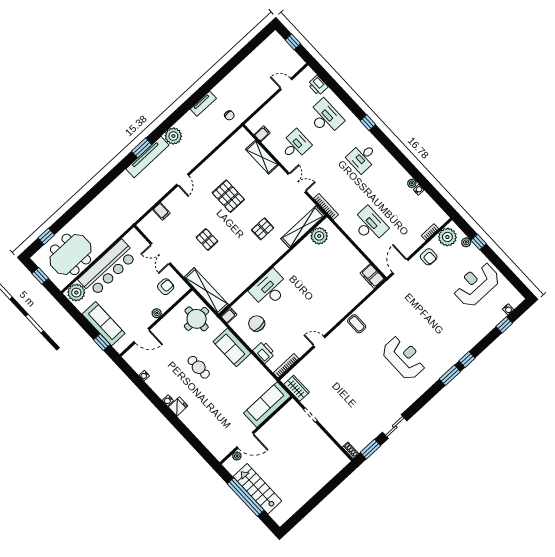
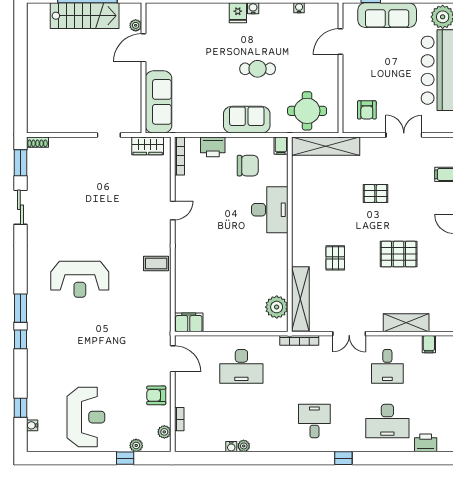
plant: (447, 237) -> (164, 432), width x0.53, depth x0.53
plant: (157, 313) -> (349, 77), removed

